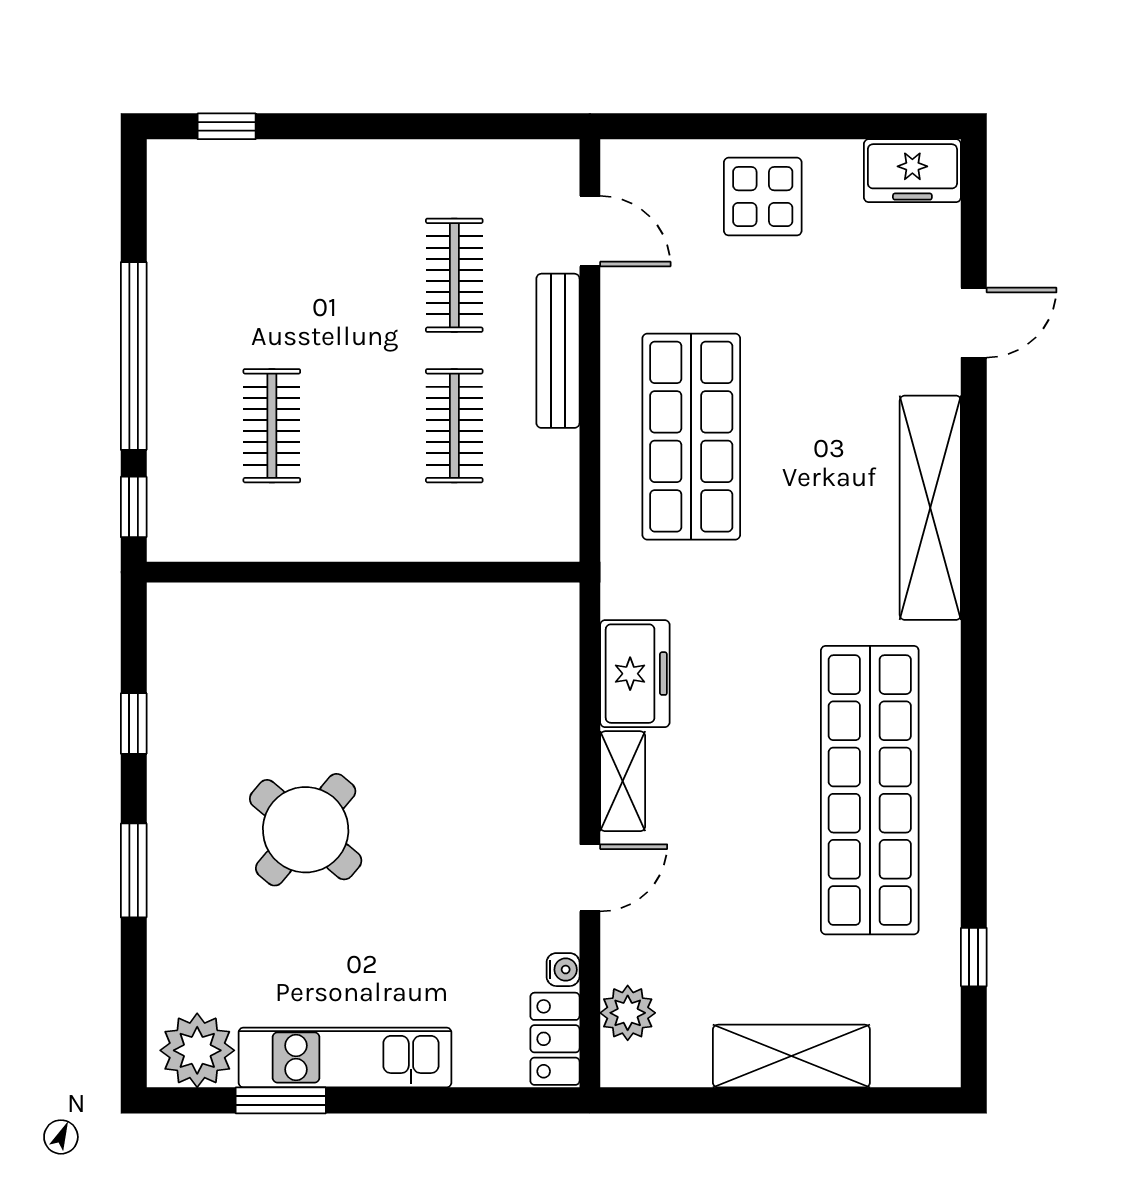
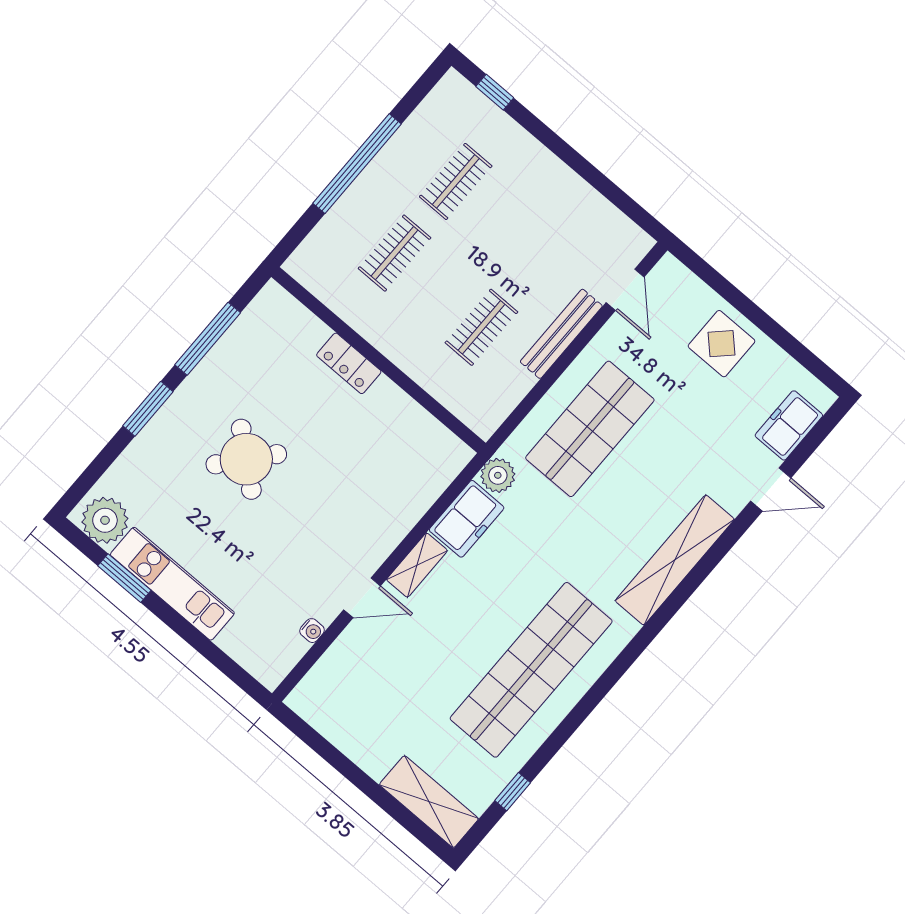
freezer: (912, 171) -> (789, 425), moved, turned 90
clothes rail: (454, 275) -> (456, 181), moved
window: (134, 507) -> (296, 236), removed
window: (134, 723) -> (208, 339), width x2.17
plant: (628, 1013) -> (498, 475), moved
locker: (555, 1039) -> (349, 363), moved, turned -90
shelving: (791, 1056) -> (429, 802), moved

